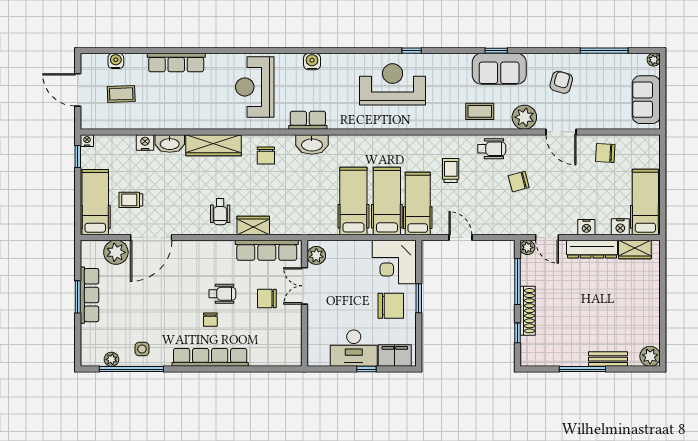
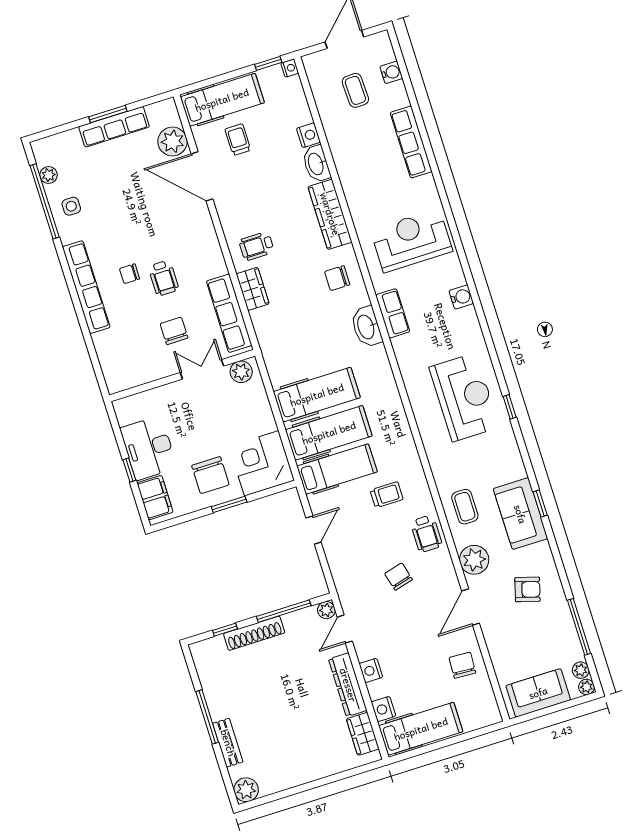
plant: (639, 60) -> (581, 670), added

